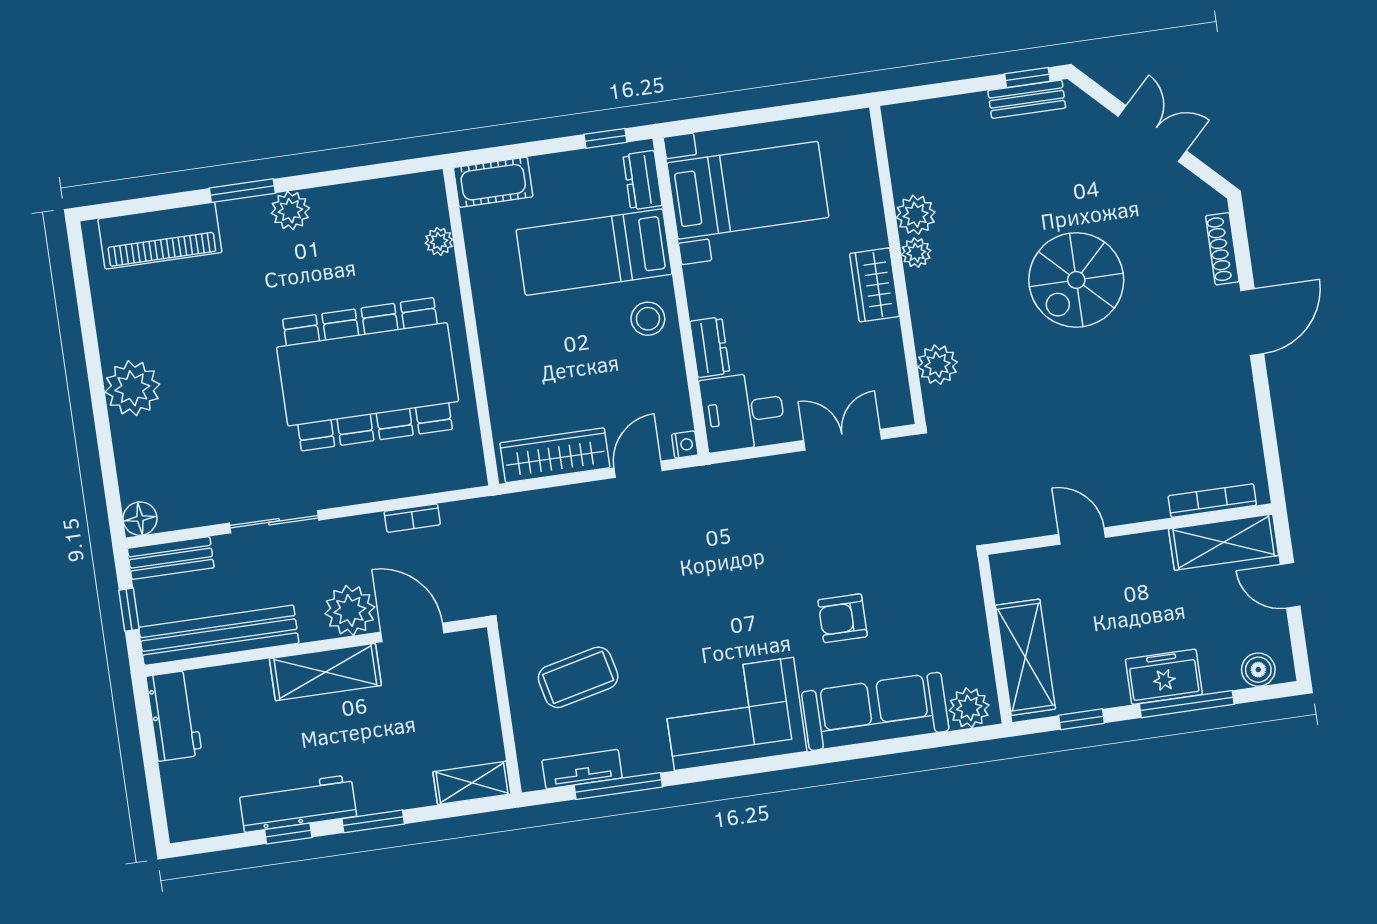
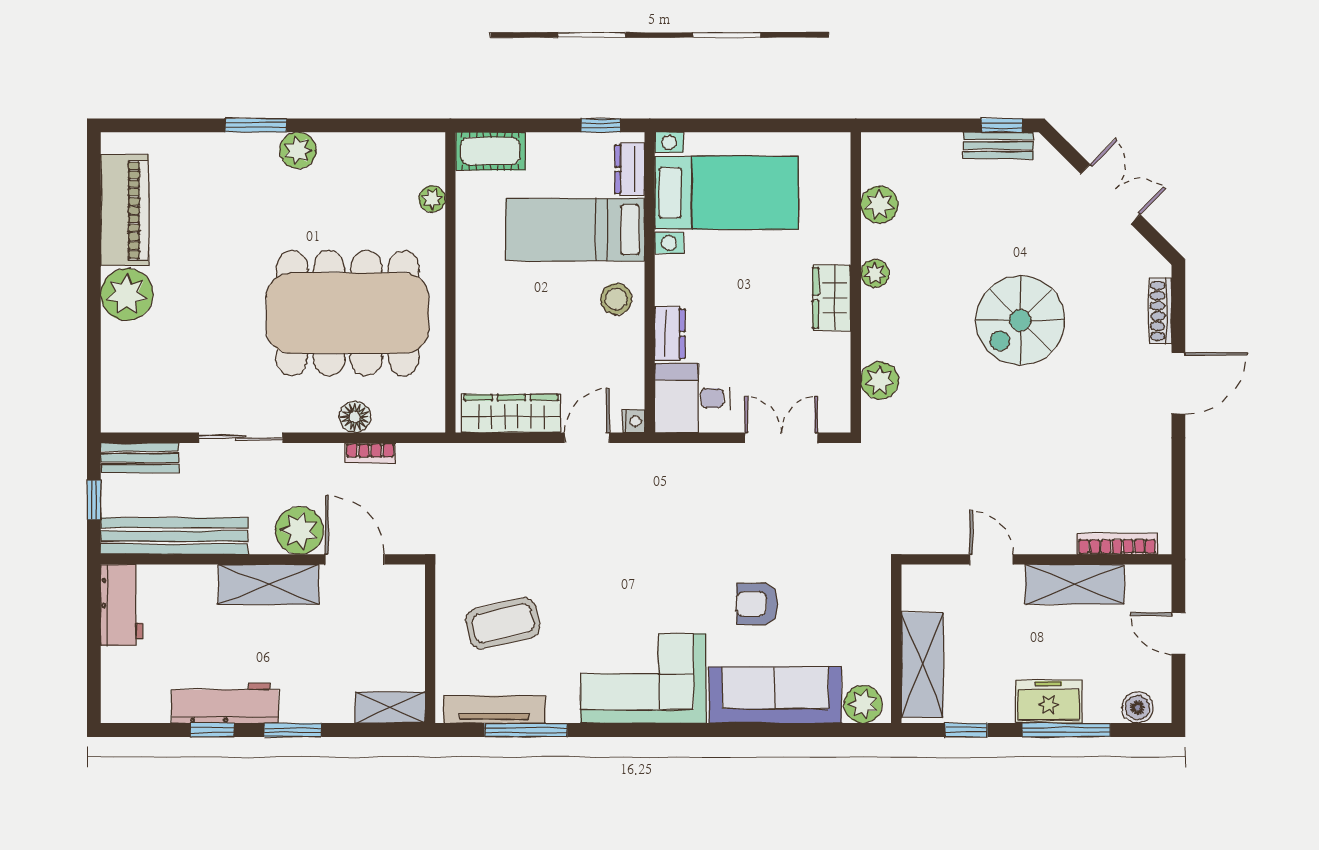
plant: (916, 215) -> (879, 205), moved
piano: (160, 236) -> (125, 210), moved, turned -90
floor lamp: (140, 519) -> (355, 417), moved
shelving: (1224, 542) -> (1075, 584), moved
tv unit: (582, 769) -> (494, 709), width x1.41

